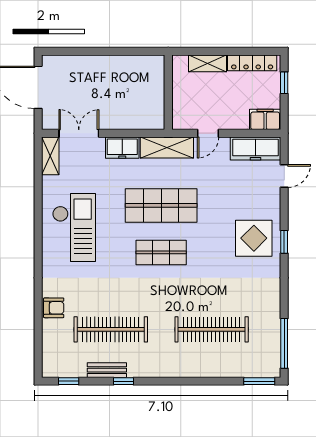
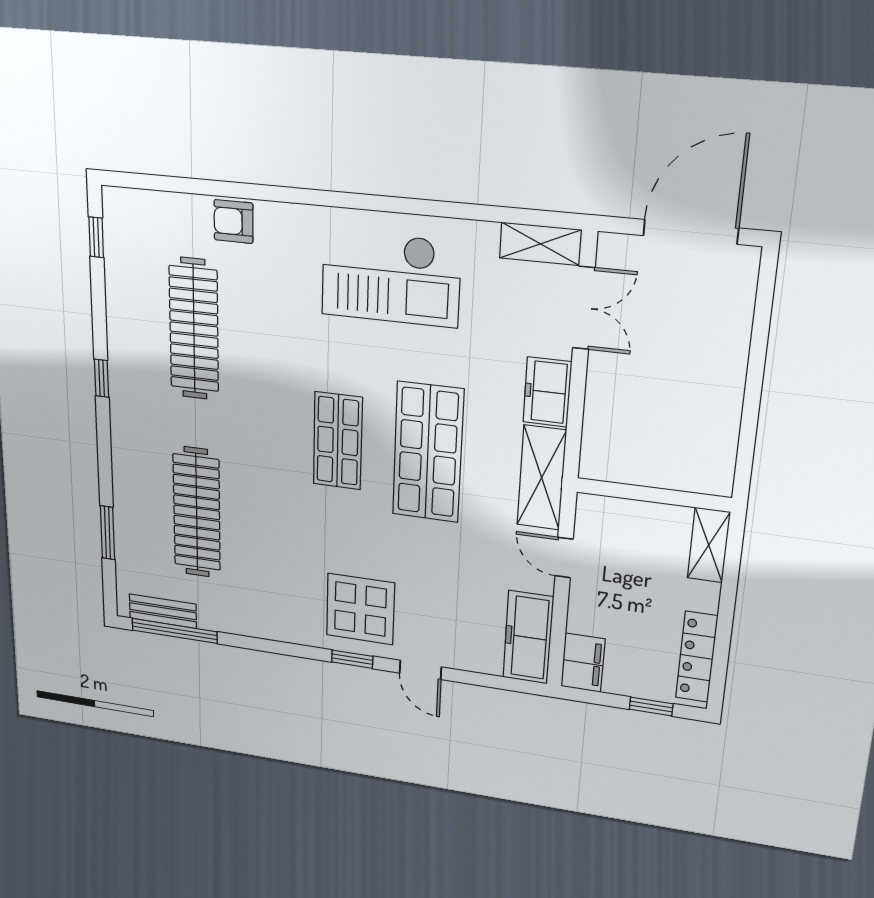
shelving: (207, 63) -> (709, 545), moved
door: (284, 176) -> (420, 670), moved
armchair: (54, 308) -> (234, 221), turned 90
bench: (107, 370) -> (163, 611), moved, turned 90
window: (124, 381) -> (102, 378), moved
window: (259, 381) -> (107, 533), moved

